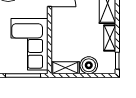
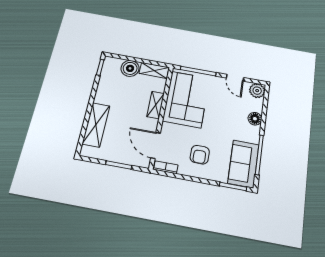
shelving: (110, 38) -> (156, 105), moved

